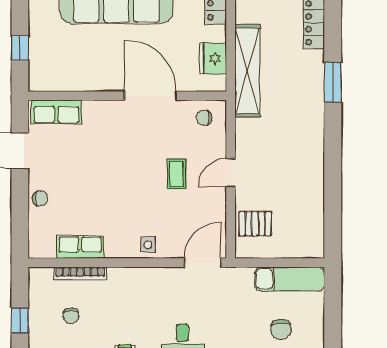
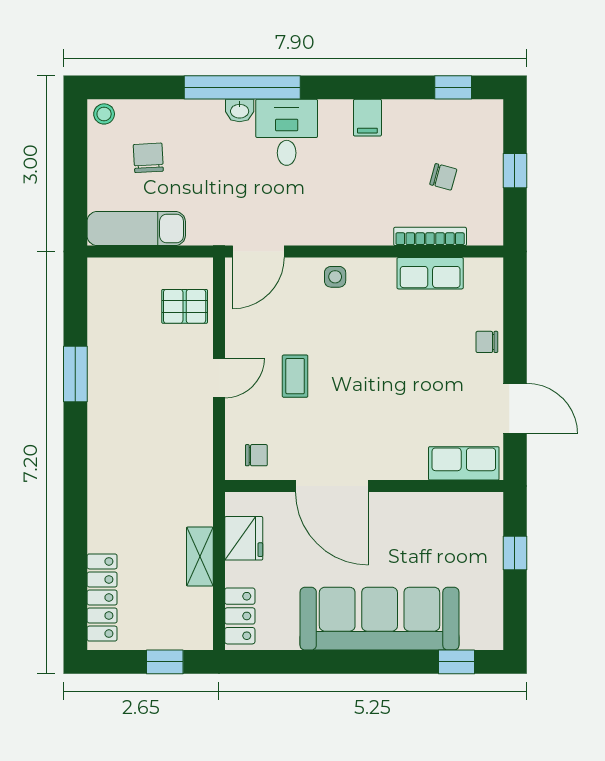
shelving: (247, 71) -> (200, 557), width x0.45, depth x0.75
window: (333, 82) -> (75, 374), moved
chair: (71, 316) -> (443, 177), turned 105

